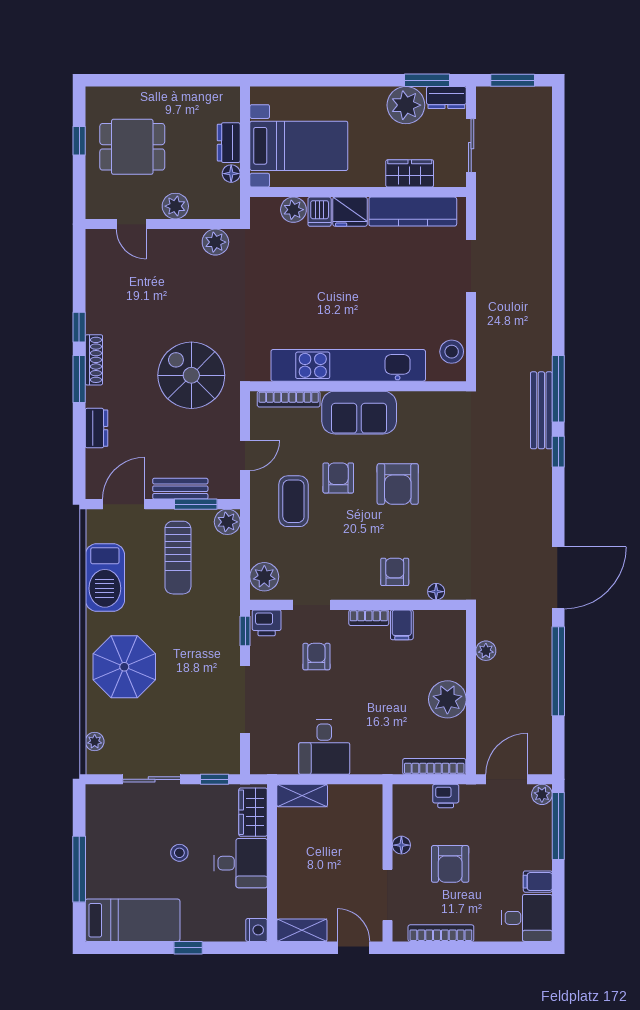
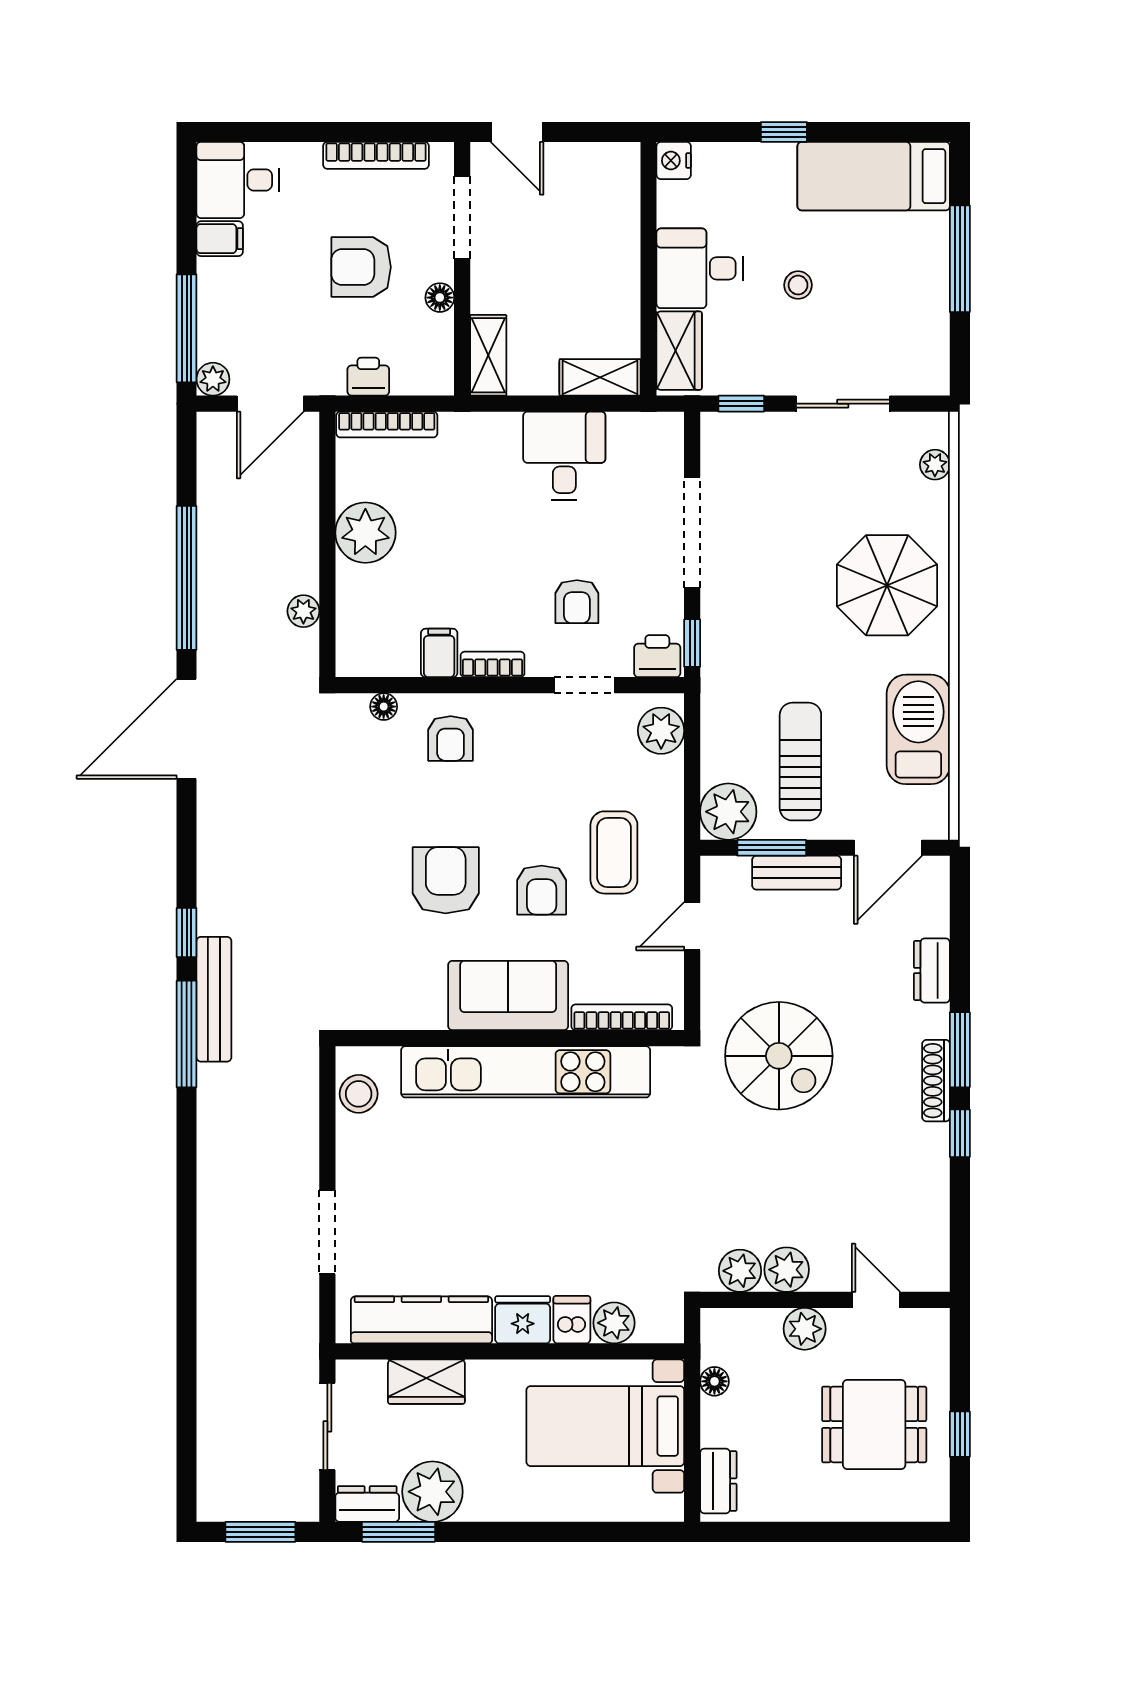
dresser: (229, 143) -> (718, 1481), moved
plant: (186, 243) -> (787, 1270), added
plant: (227, 522) -> (728, 812), width x1.36, depth x1.36
armchair: (450, 864) -> (361, 267), turned -90
shelving: (302, 930) -> (488, 355), moved, turned 90

